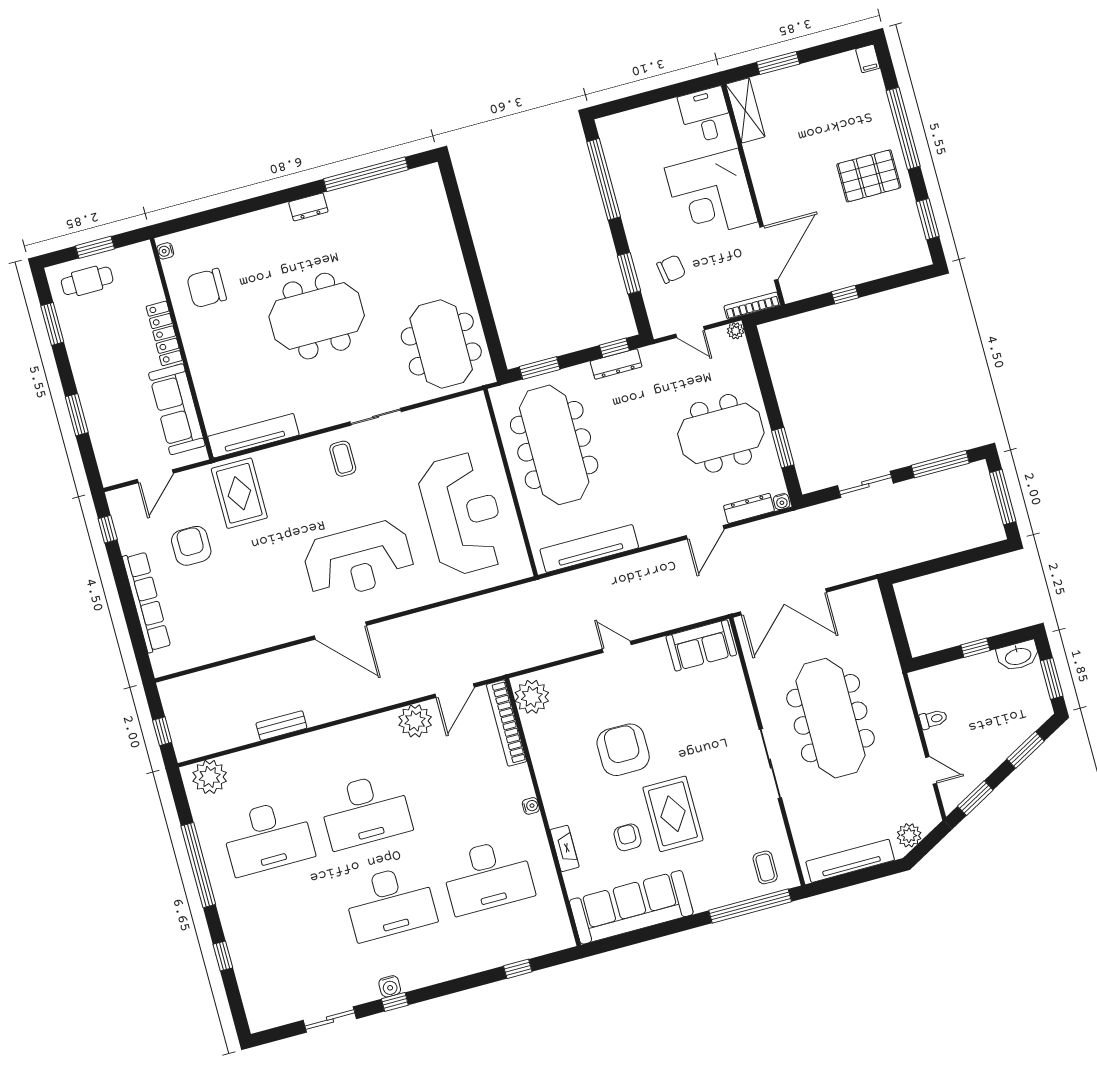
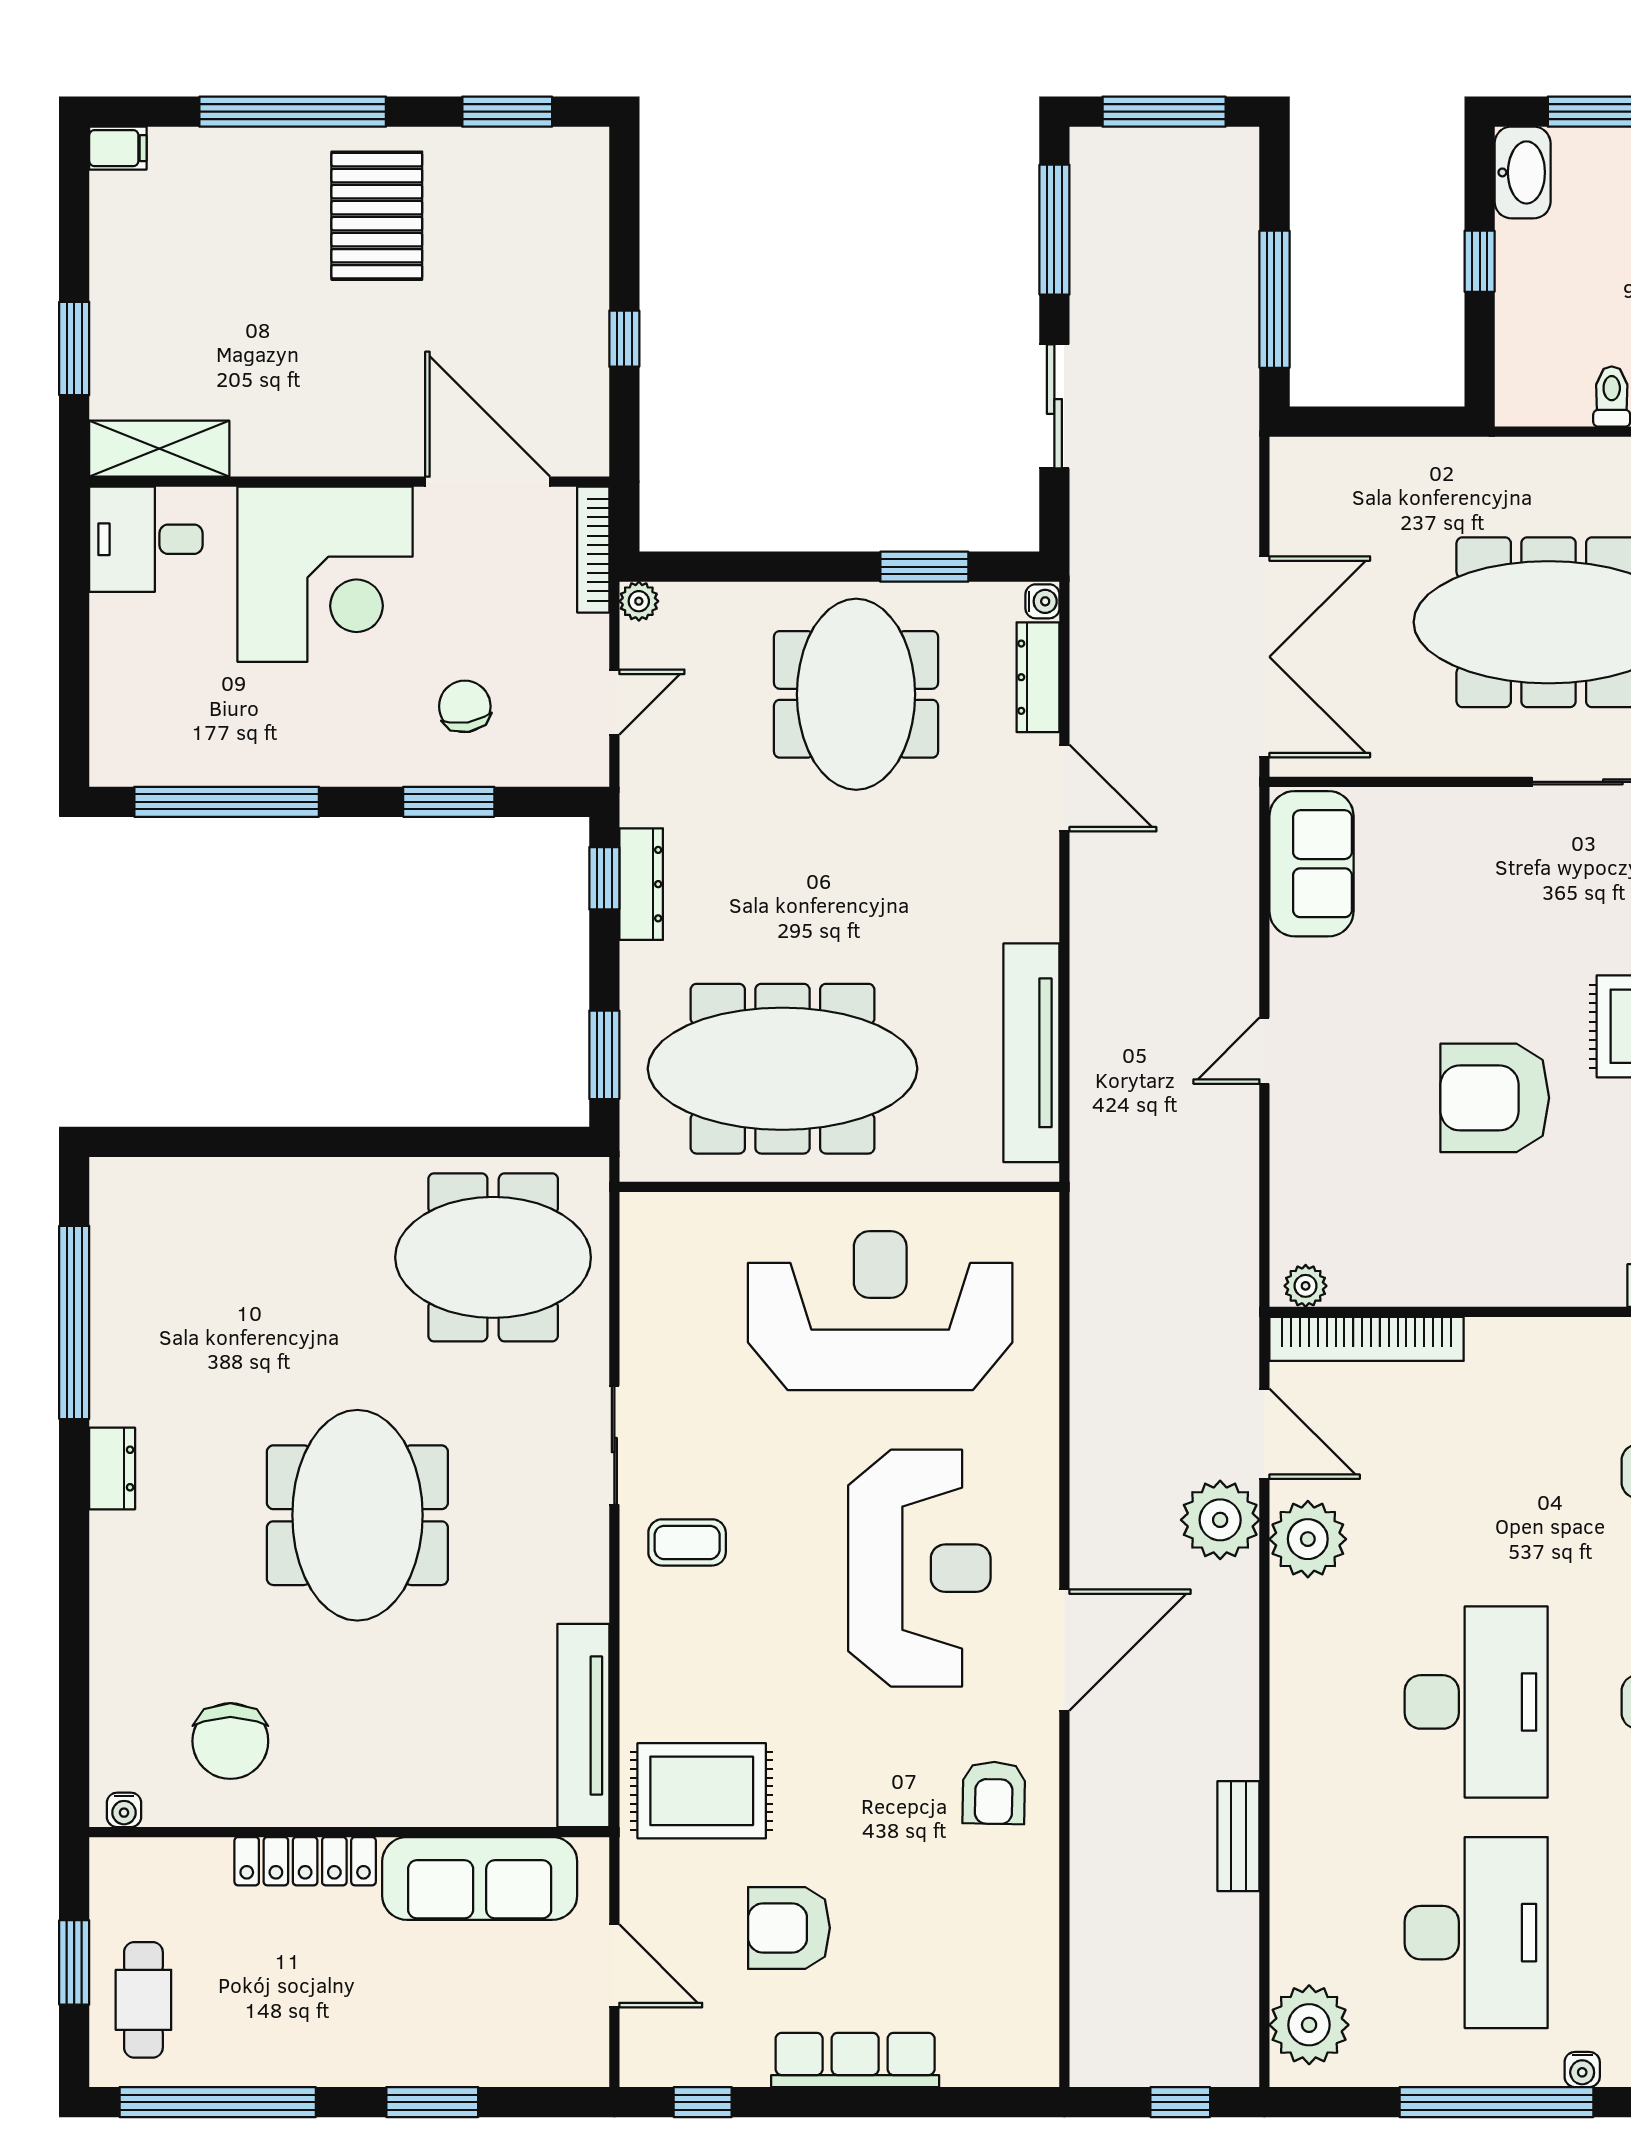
window: (52, 324) -> (218, 2102), width x2.11
window: (936, 565) -> (1274, 299), added
row of seats: (146, 602) -> (855, 2060), width x0.73
armchair: (272, 617) -> (994, 1793), added
plant: (413, 682) -> (1220, 1520), added
plant: (532, 697) -> (1306, 1286), width x0.53, depth x0.53
water cooler: (531, 806) -> (1582, 2069), moved, turned 180

